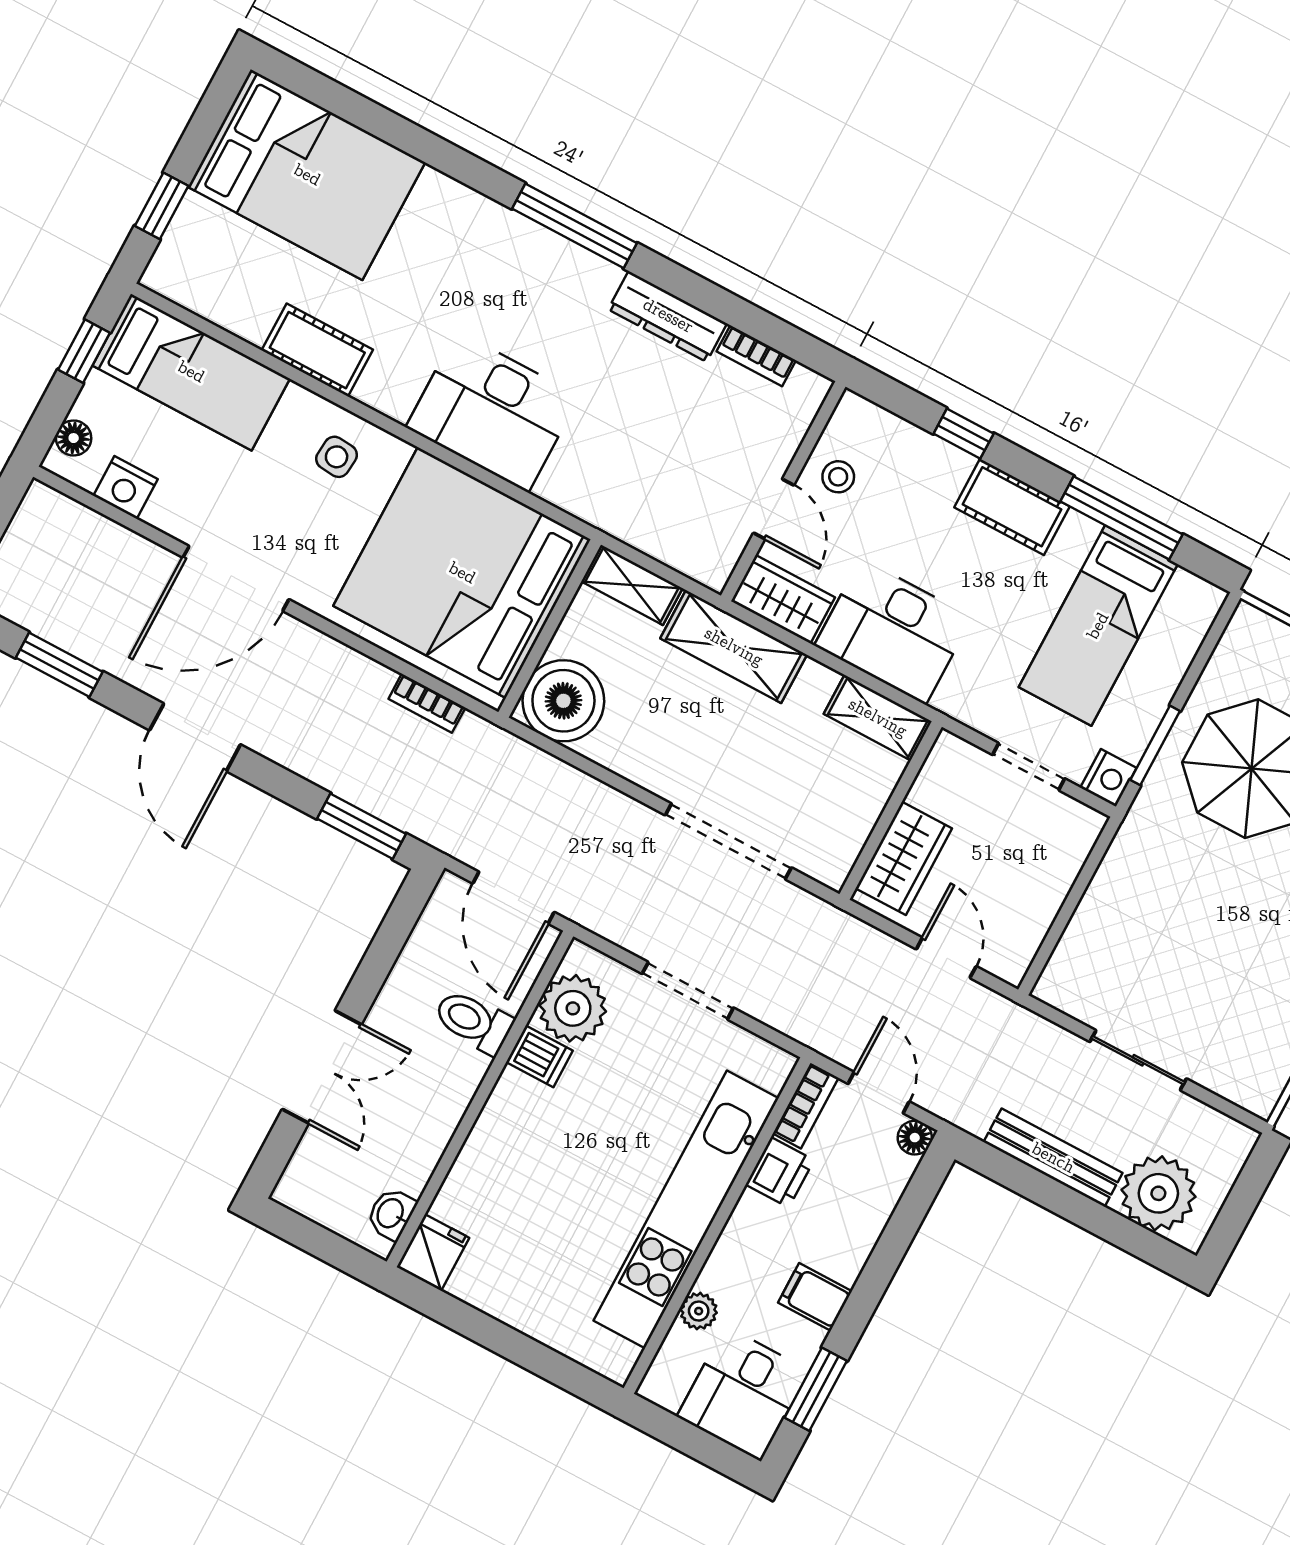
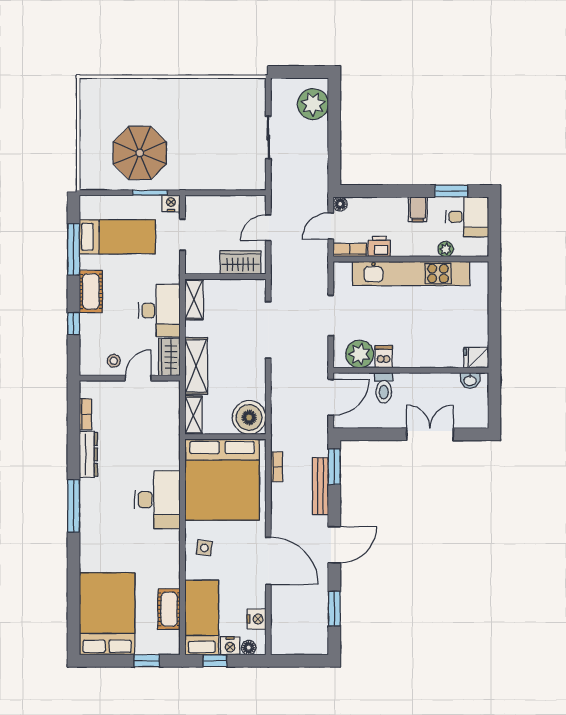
cot: (317, 350) -> (169, 609), moved
nightstand: (99, 400) -> (230, 646), added
bench: (1053, 1158) -> (320, 486), moved

